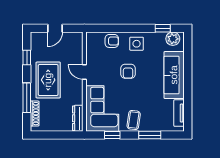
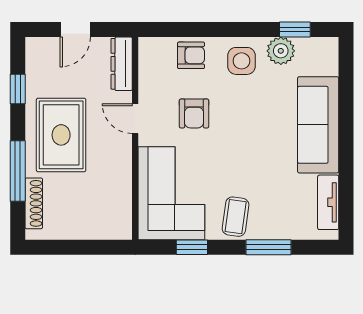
plant: (173, 39) -> (281, 51), moved
armchair: (128, 71) -> (194, 113), moved
dresser: (78, 118) -> (122, 64), moved

